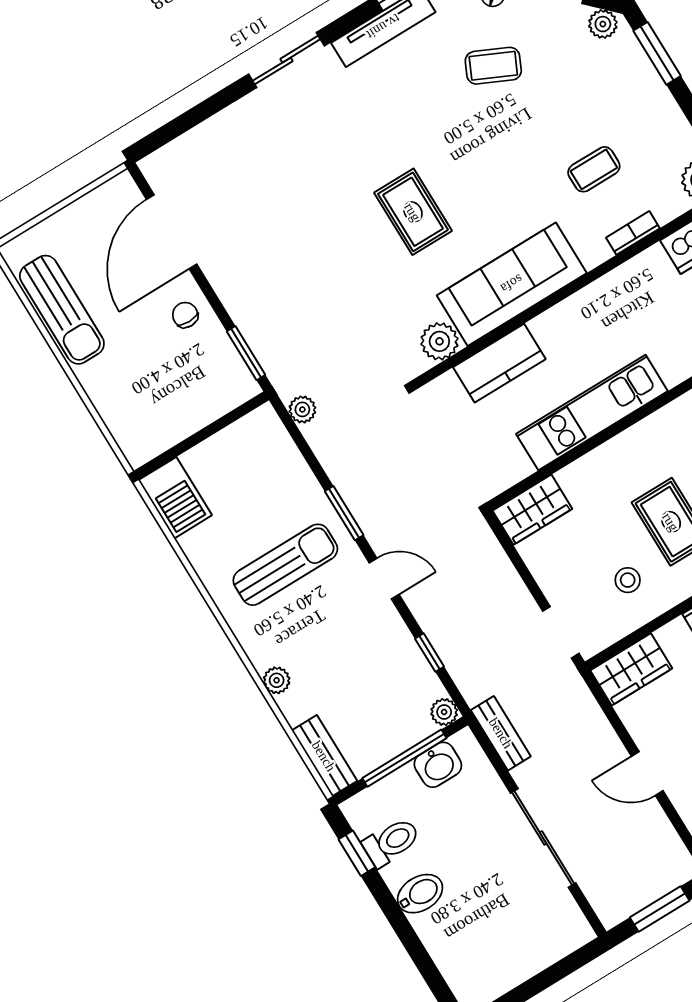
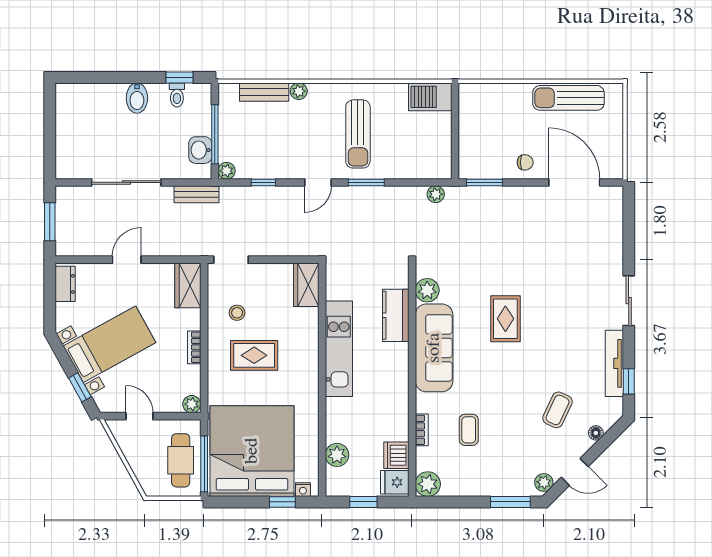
rug: (413, 212) -> (505, 319), turned 90
bench: (324, 756) -> (264, 92), moved
toilet: (391, 842) -> (177, 95), width x0.73, depth x0.72

